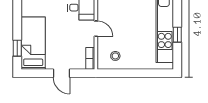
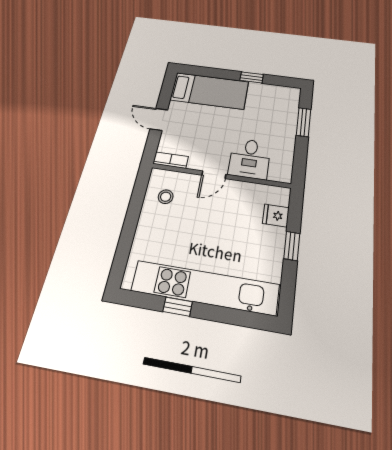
window: (17, 48) -> (252, 77), moved
door: (61, 73) -> (159, 119), hinge flipped

